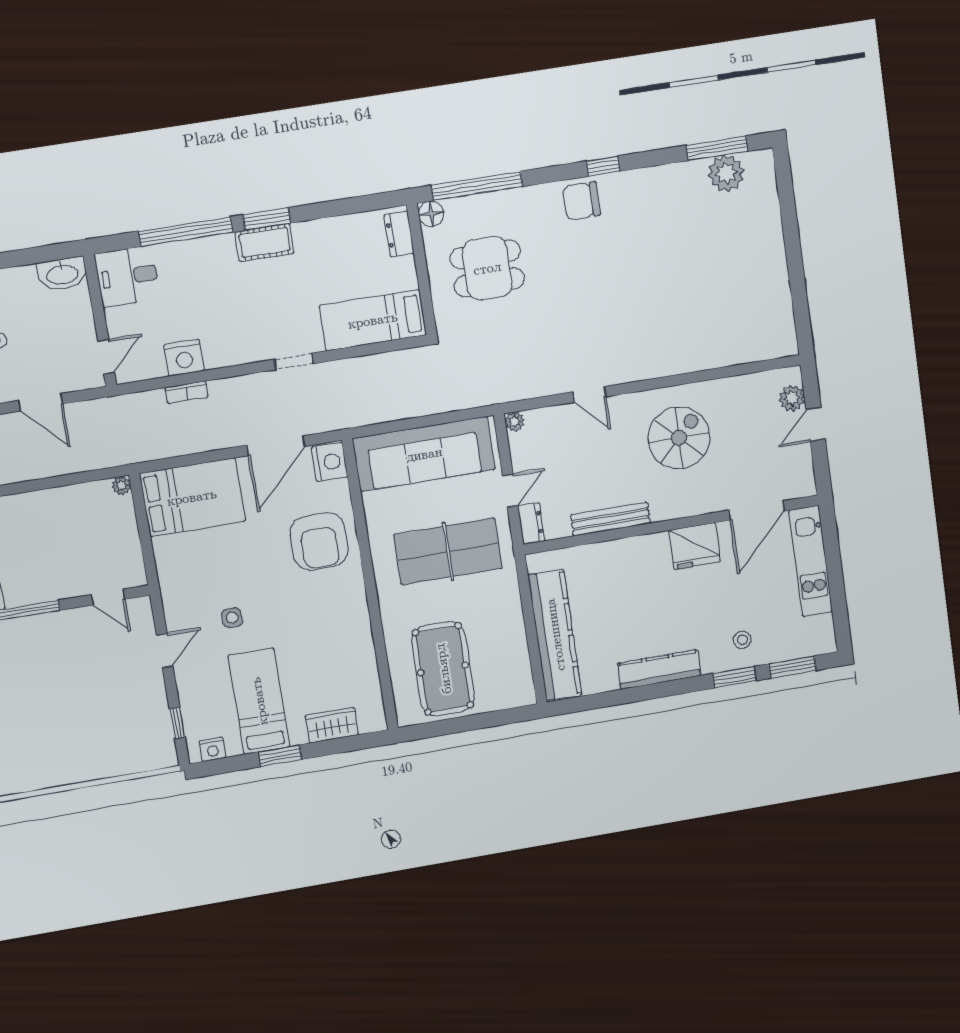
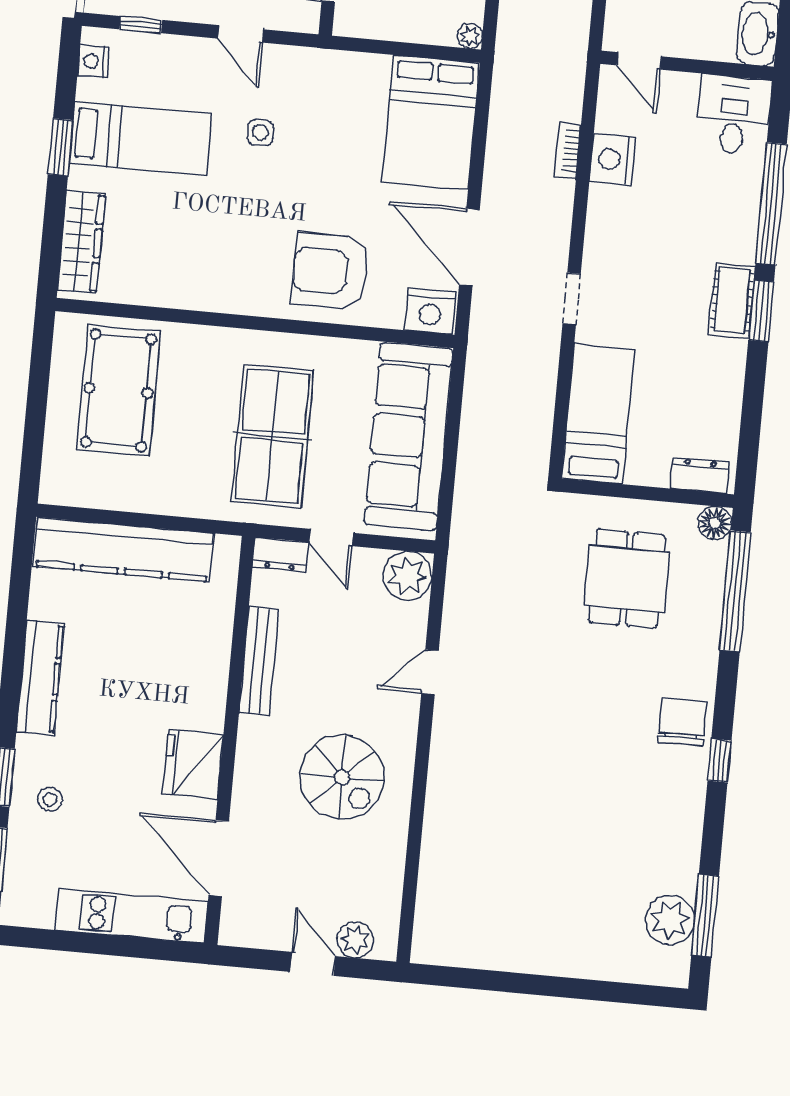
plant: (515, 421) -> (408, 576), width x1.88, depth x1.88
pool table: (443, 669) -> (118, 391), turned 90
wardrobe: (332, 725) -> (81, 242), width x1.50

